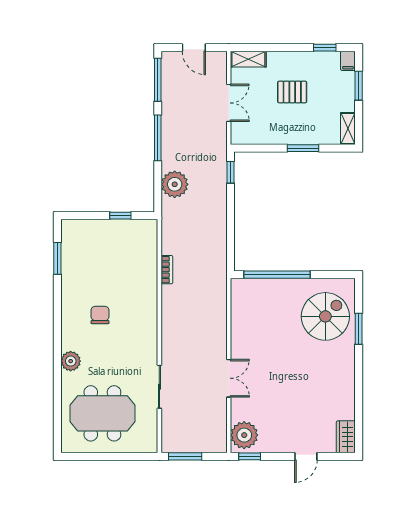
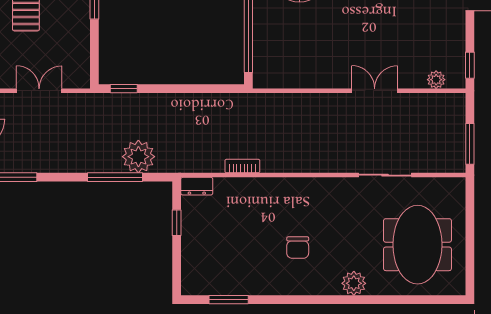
window: (158, 138) -> (115, 177), moved
dresser: (150, 232) -> (197, 186), added
chair: (100, 315) -> (298, 248), turned -90
plant: (244, 435) -> (436, 80), width x0.53, depth x0.53

